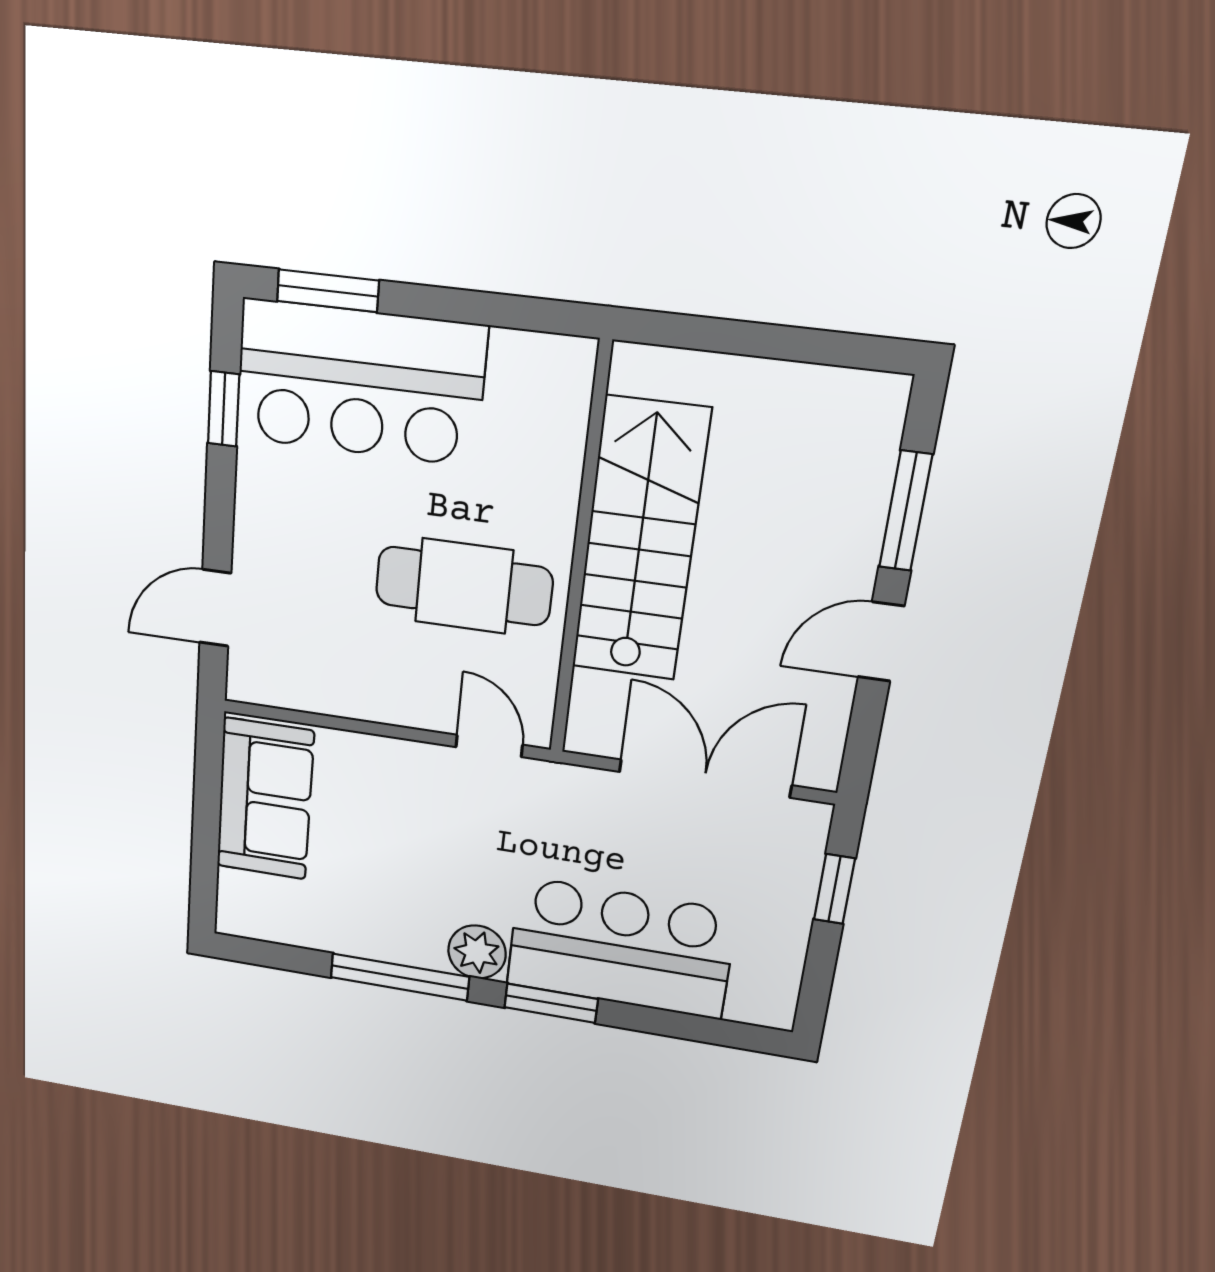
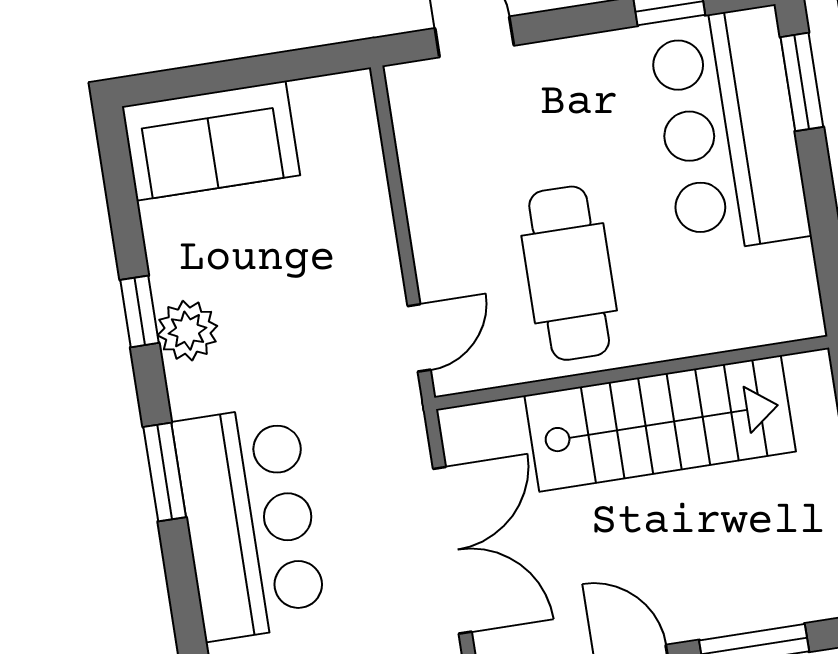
sofa: (265, 799) -> (211, 141), moved
plant: (477, 952) -> (187, 331), moved
window: (400, 977) -> (140, 311), width x0.46

